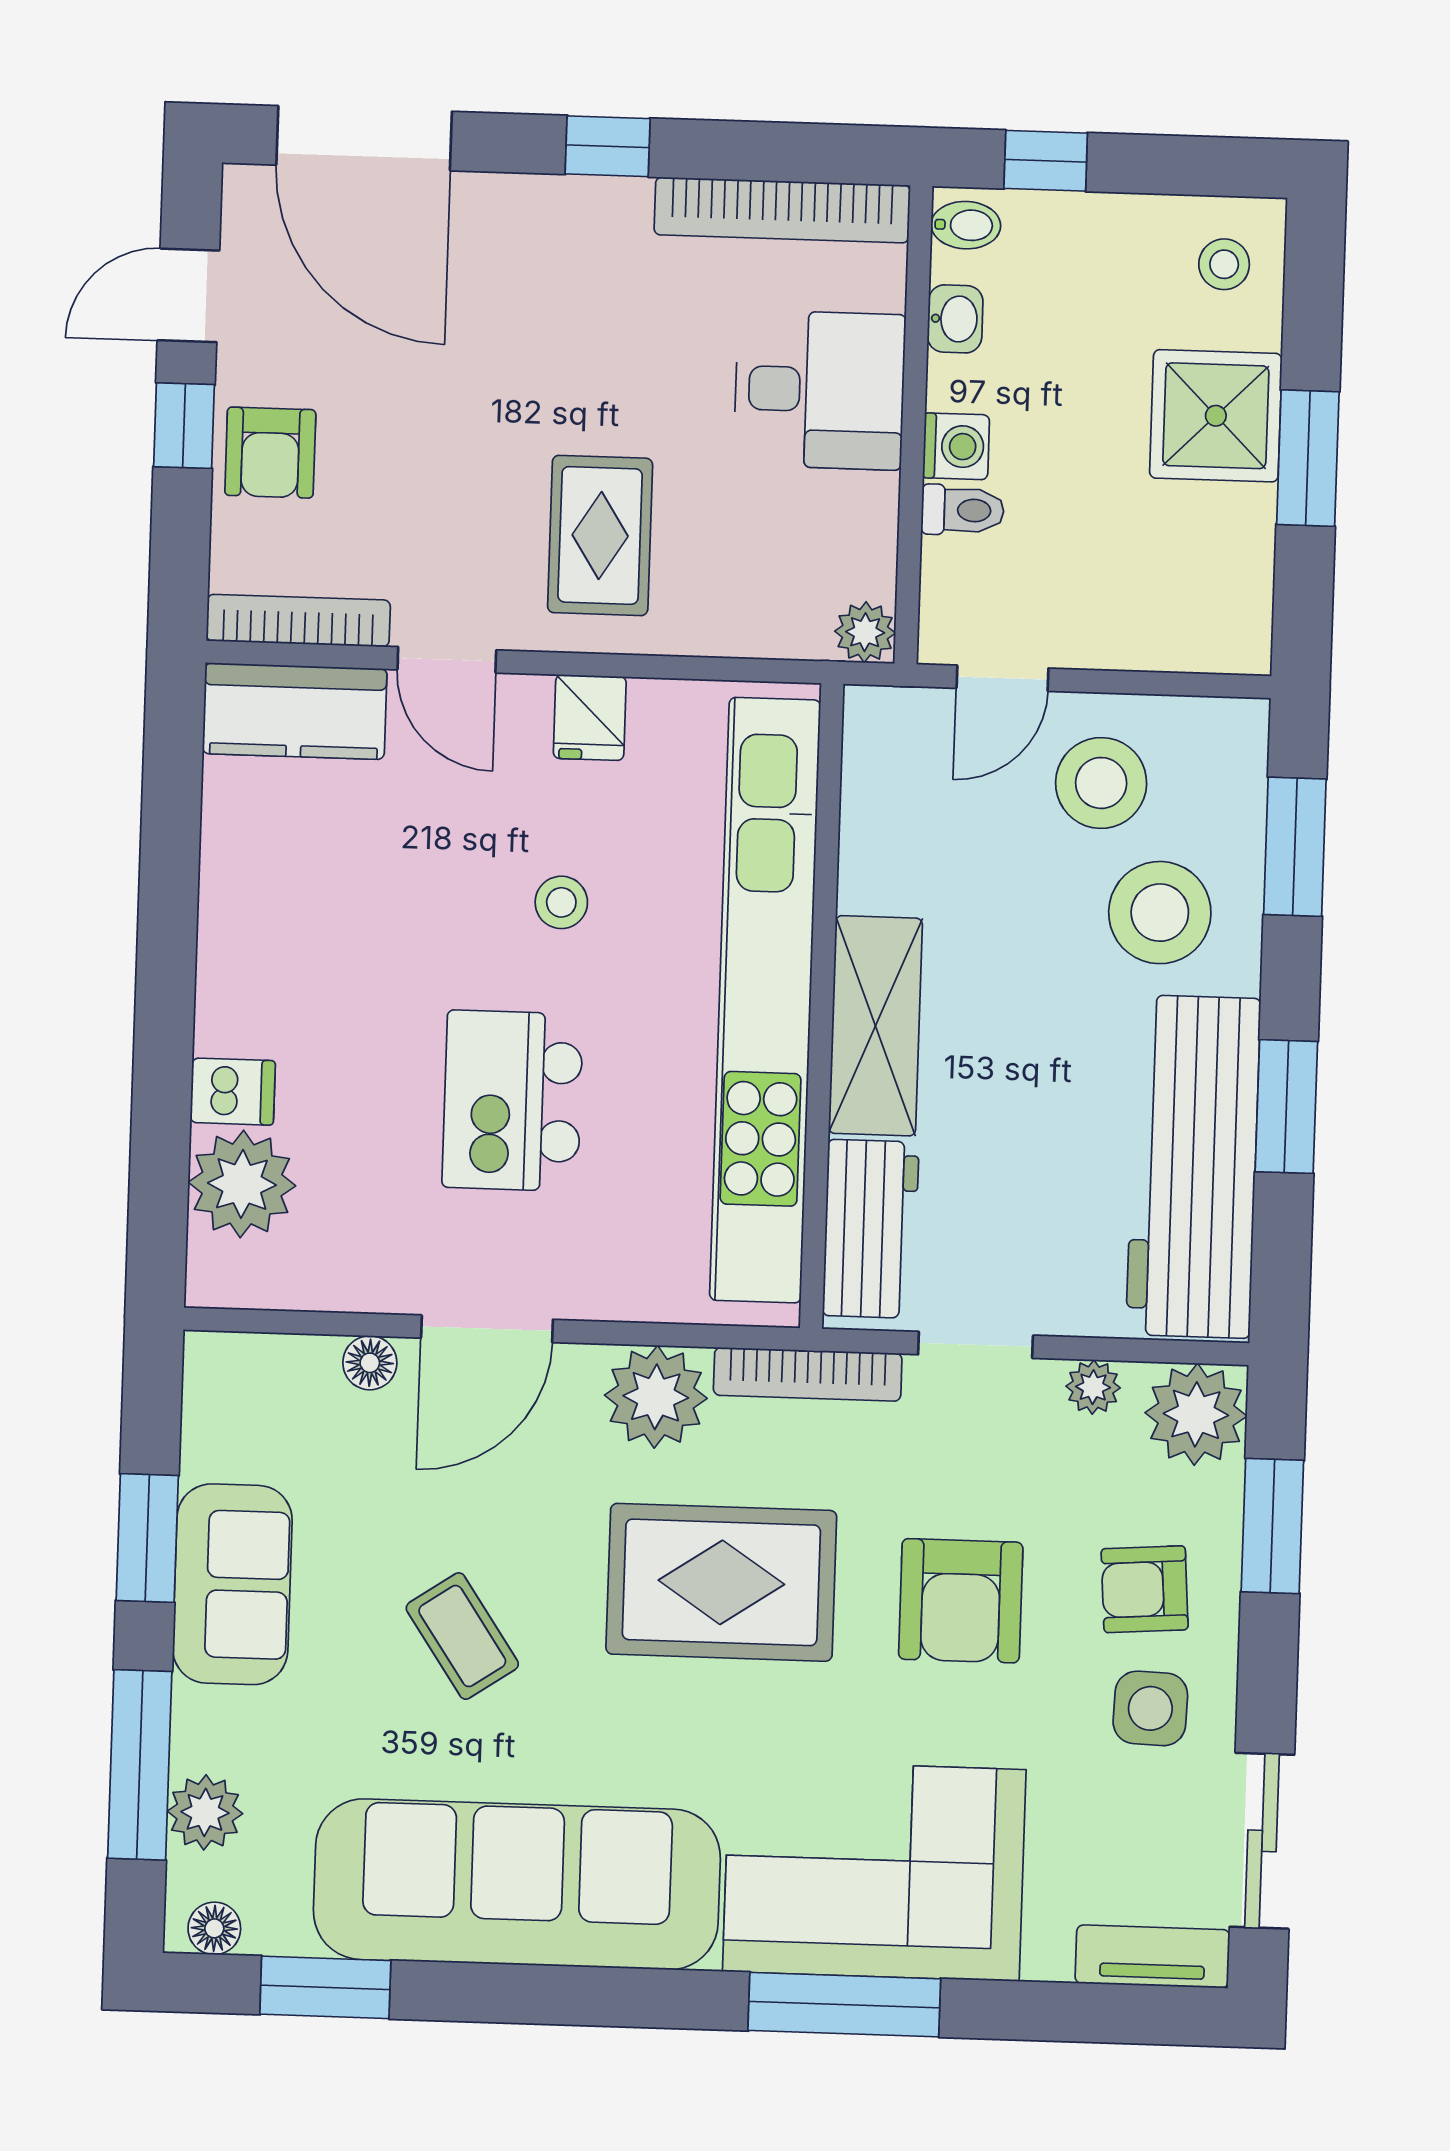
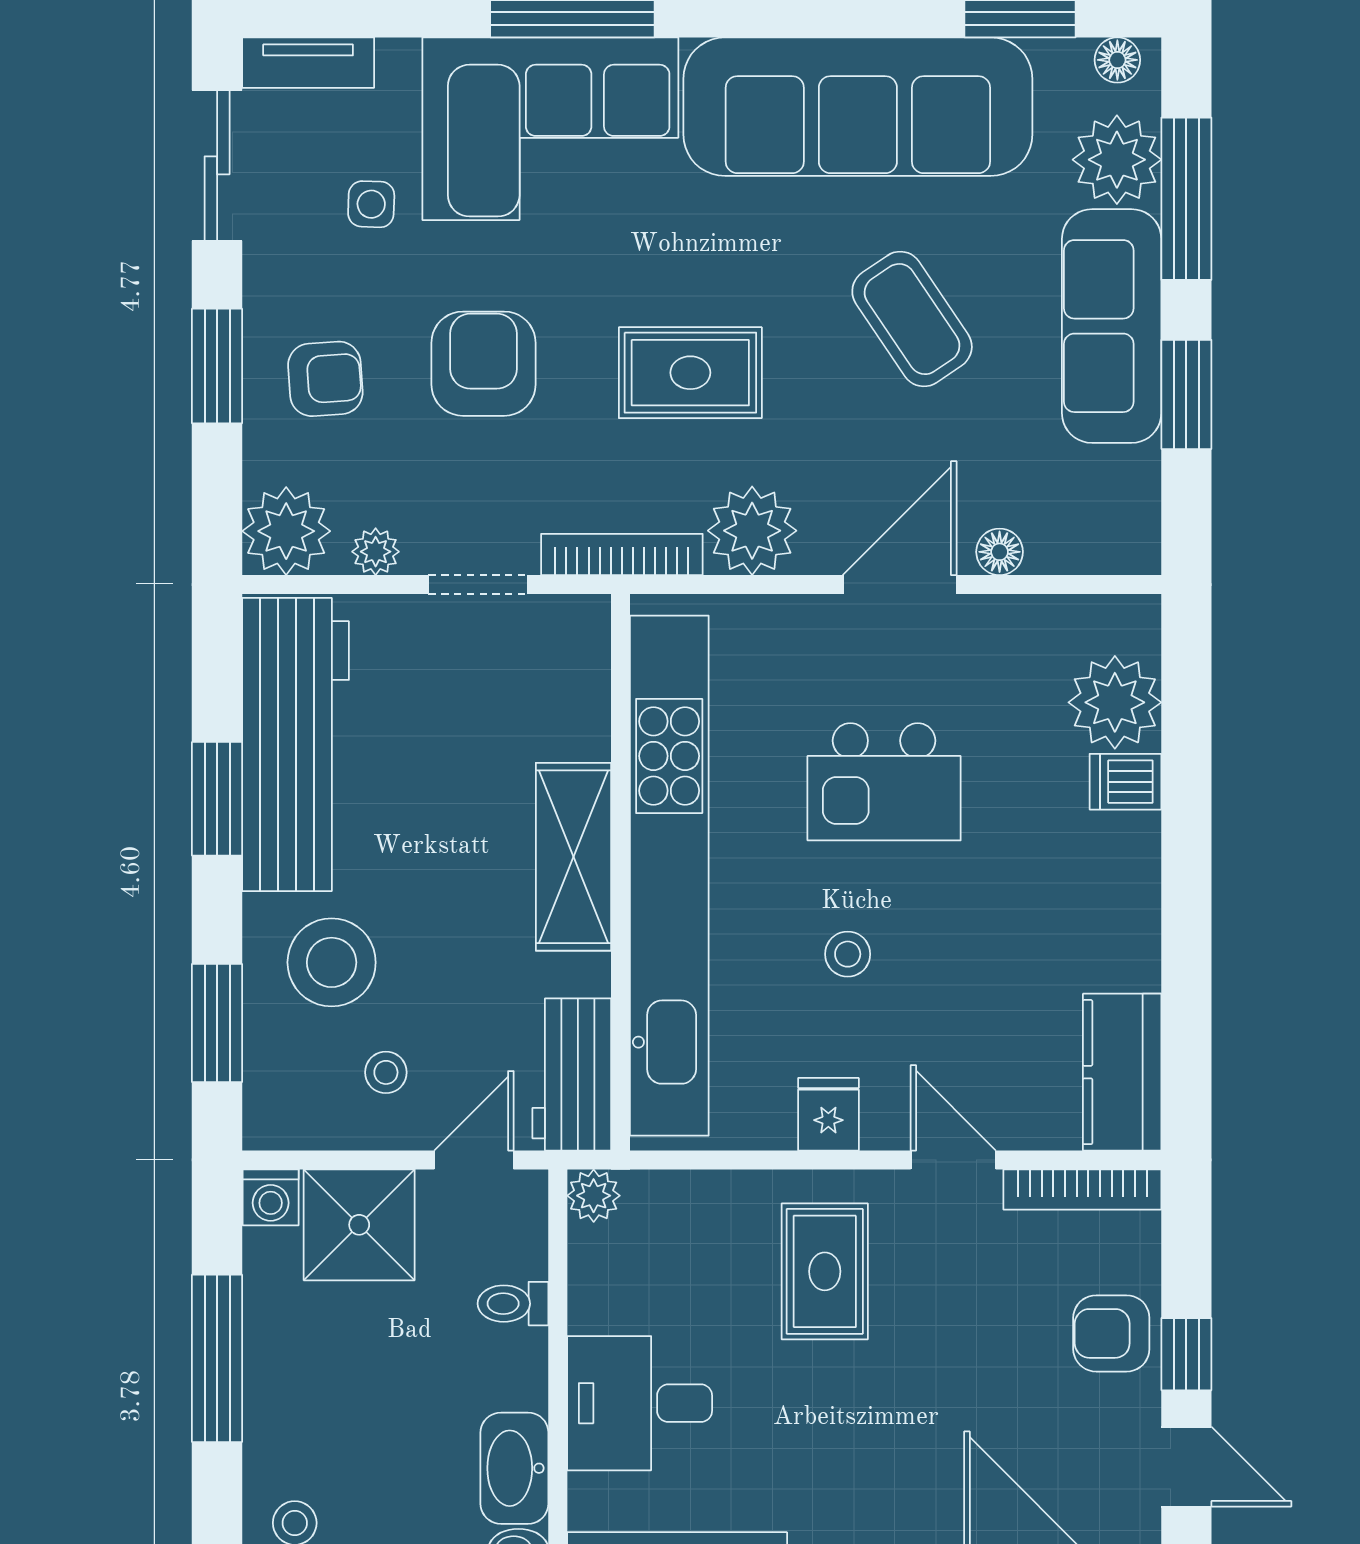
door: (188, 295) -> (1186, 1467), hinge flipped
washbasin: (955, 319) -> (514, 1468), width x1.91, depth x1.45
shower: (1216, 416) -> (359, 1225), moved
washing machine: (956, 446) -> (271, 1197), moved, turned -90
armchair: (270, 453) -> (1111, 1333), turned -90
window: (1308, 458) -> (217, 1358), width x1.44
kitchen counter: (295, 711) -> (1122, 1072), moved, turned -90
stool: (1101, 783) -> (386, 1072), width x0.53, depth x0.53
kitchen island: (513, 1101) -> (884, 782), turned 90
workbench: (871, 1229) -> (572, 1074), moved
window: (1272, 1526) -> (217, 366), moved
rug: (721, 1582) -> (690, 373), width x0.73, depth x0.70
sofa: (232, 1584) -> (1112, 326), width x1.36
coffee table: (462, 1636) -> (912, 319), width x1.36, depth x1.30
side table: (1150, 1708) -> (371, 204), moved, width x0.73, depth x0.73
plant: (205, 1812) -> (1117, 160), width x1.36, depth x1.36

